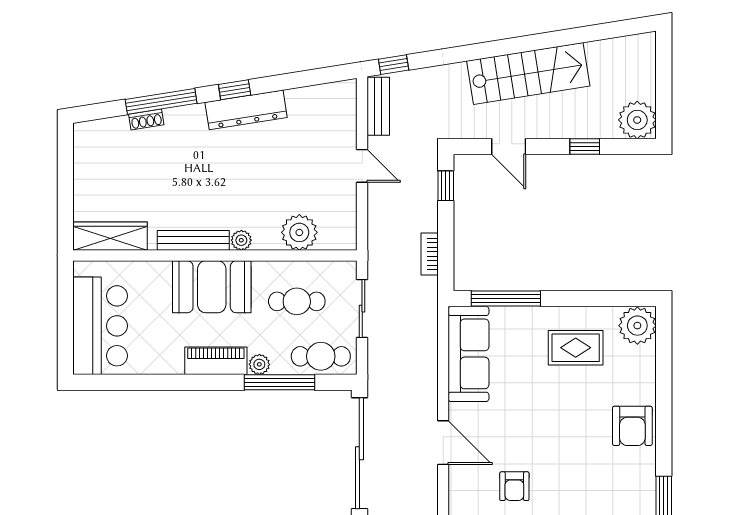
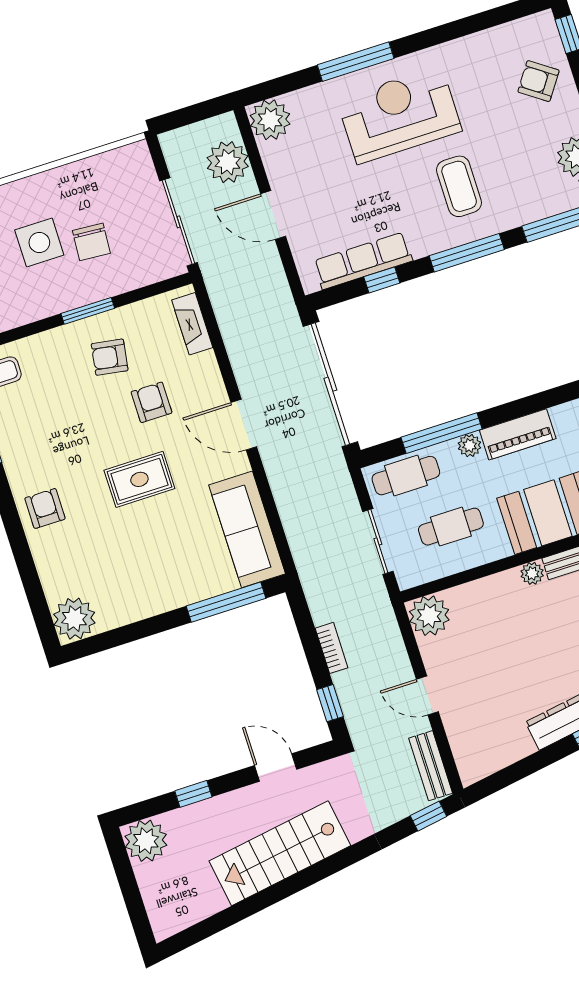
plant: (299, 232) -> (429, 616), moved
bookcase: (430, 254) -> (331, 648), moved
rug: (576, 348) -> (139, 479), moved
armchair: (632, 426) -> (45, 508), width x0.72, depth x0.72

